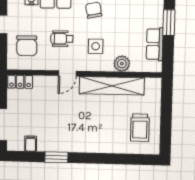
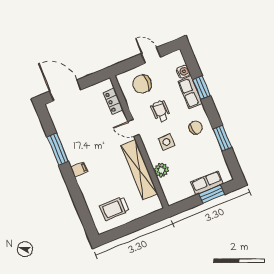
row of seats: (155, 44) -> (207, 183), moved
locker: (20, 82) -> (113, 101), moved
filing cabinet: (31, 144) -> (79, 169), moved
window: (56, 157) -> (58, 149), width x1.44

